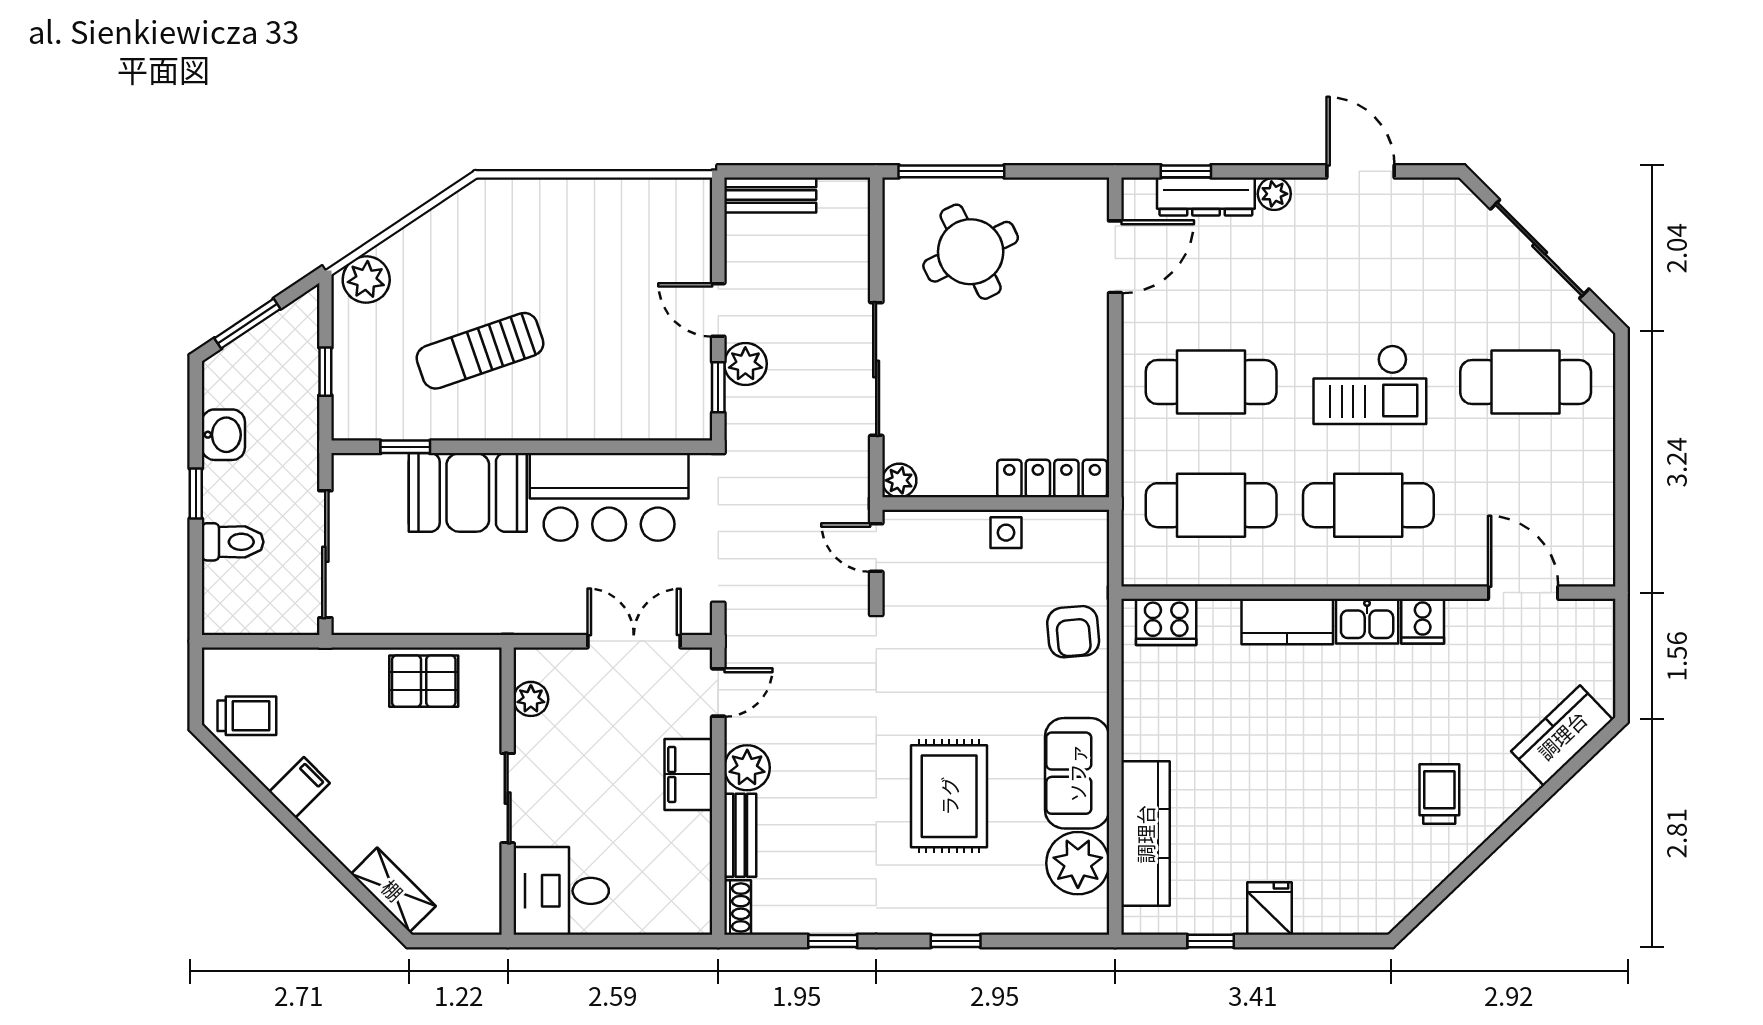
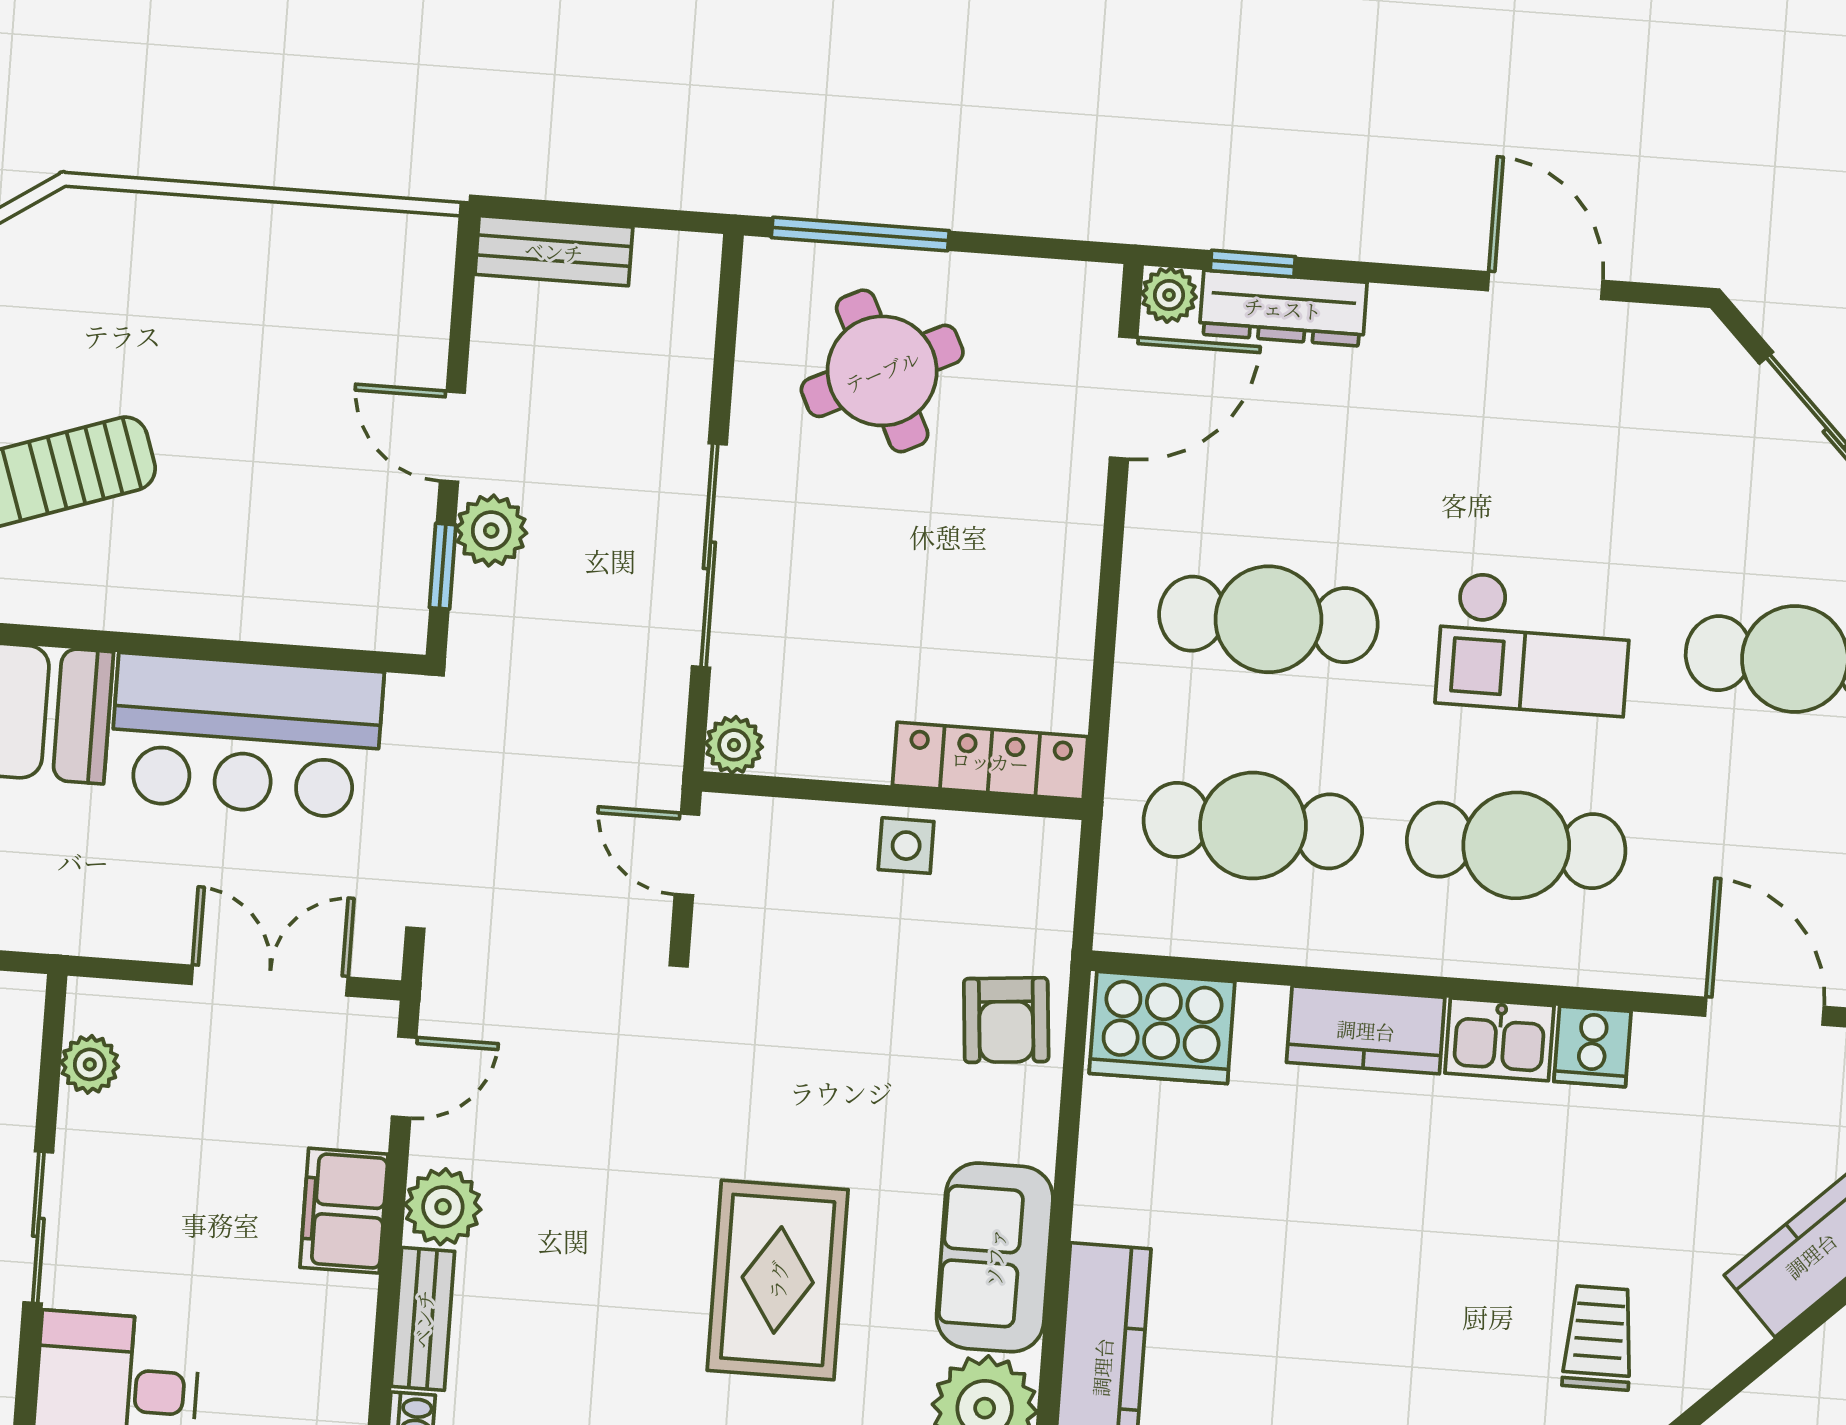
plant: (1274, 194) -> (1169, 295), moved
cooker: (1166, 622) -> (1162, 1027), width x1.37, depth x1.31

